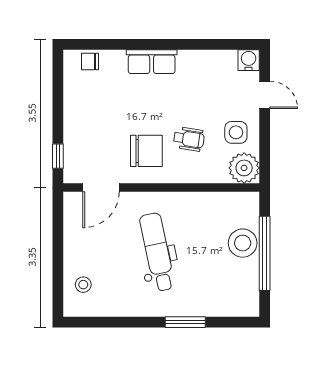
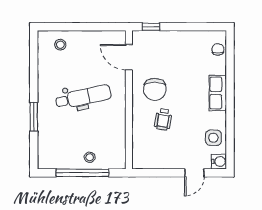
side table: (236, 132) -> (213, 138), moved
plant: (244, 168) -> (143, 158), removed
stool: (243, 243) -> (90, 157), width x0.53, depth x0.53

